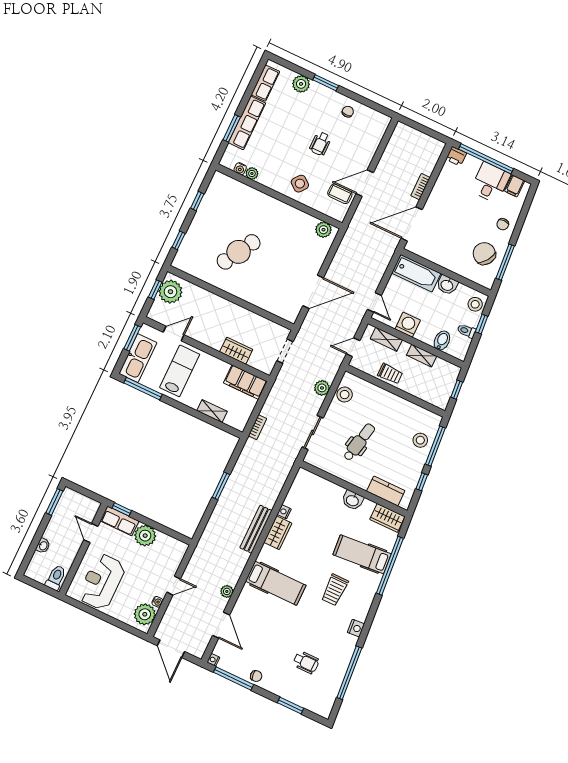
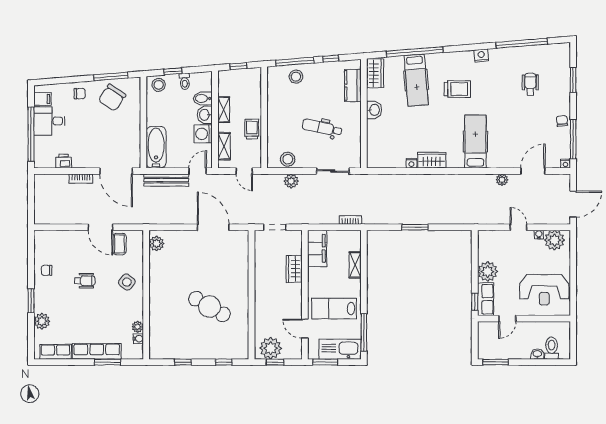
printer: (456, 156) -> (64, 161), moved, turned -90
washbasin: (447, 285) -> (205, 115), moved, turned 180
bench: (256, 529) -> (166, 180), moved
toilet: (56, 578) -> (552, 348), moved, turned 90

